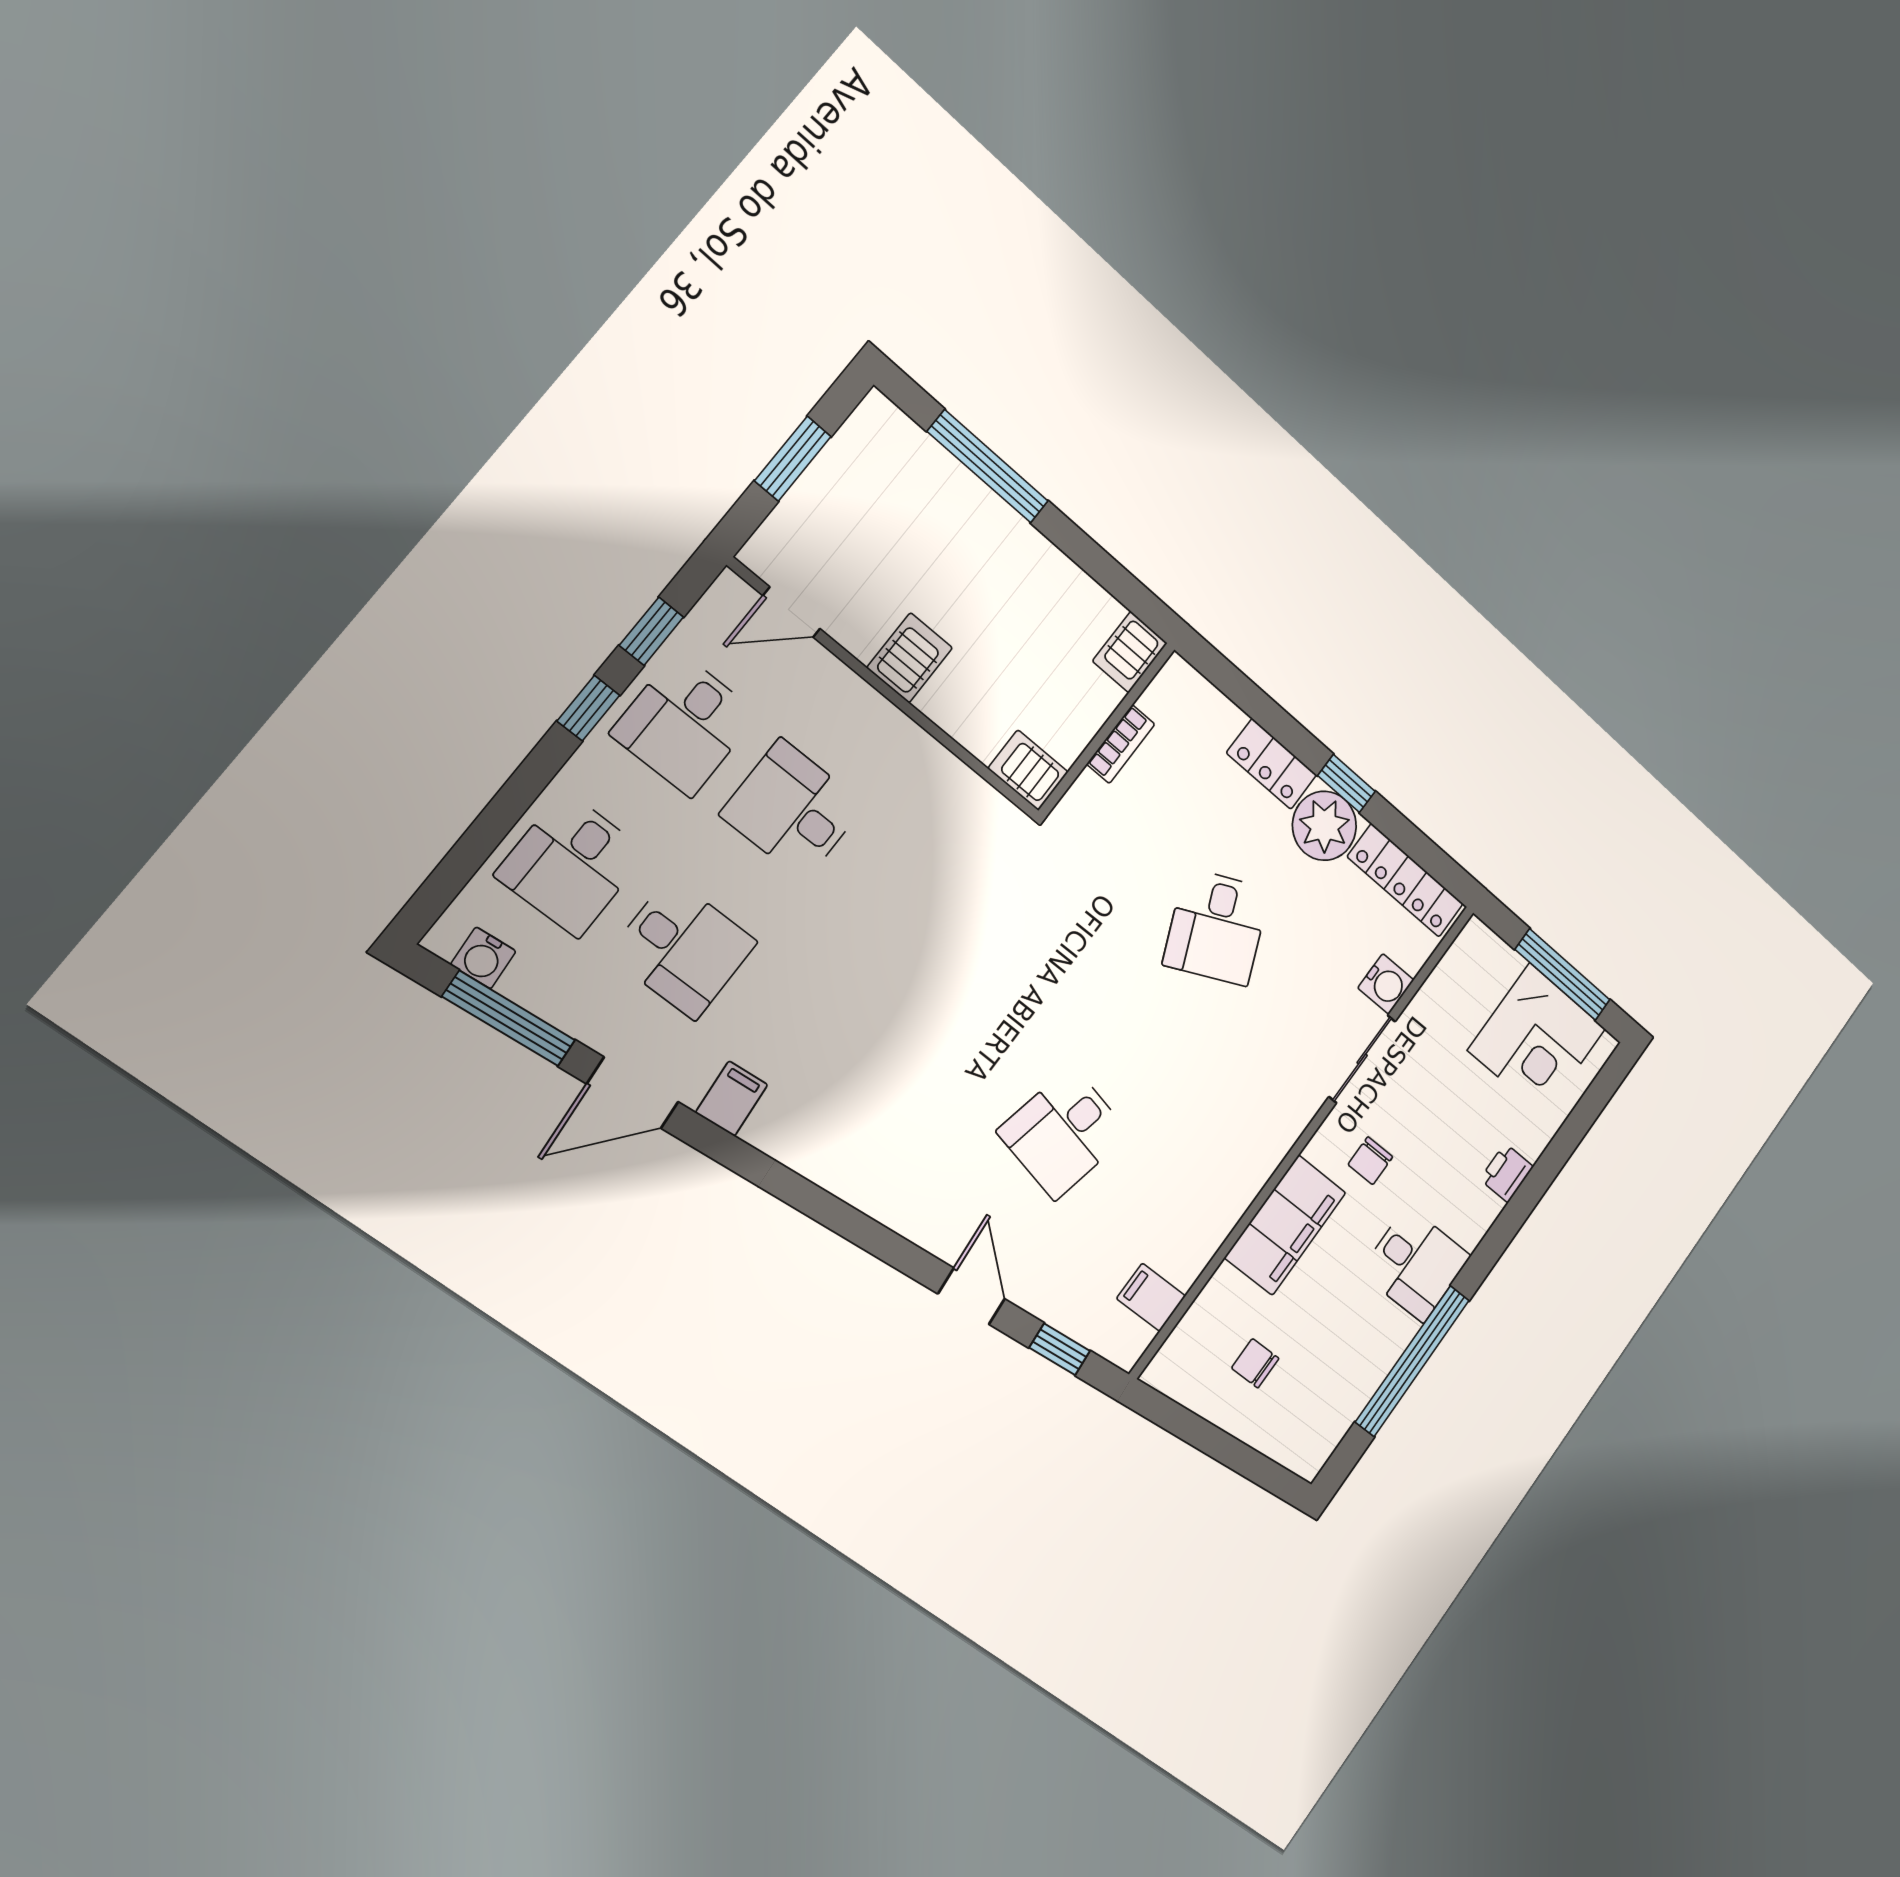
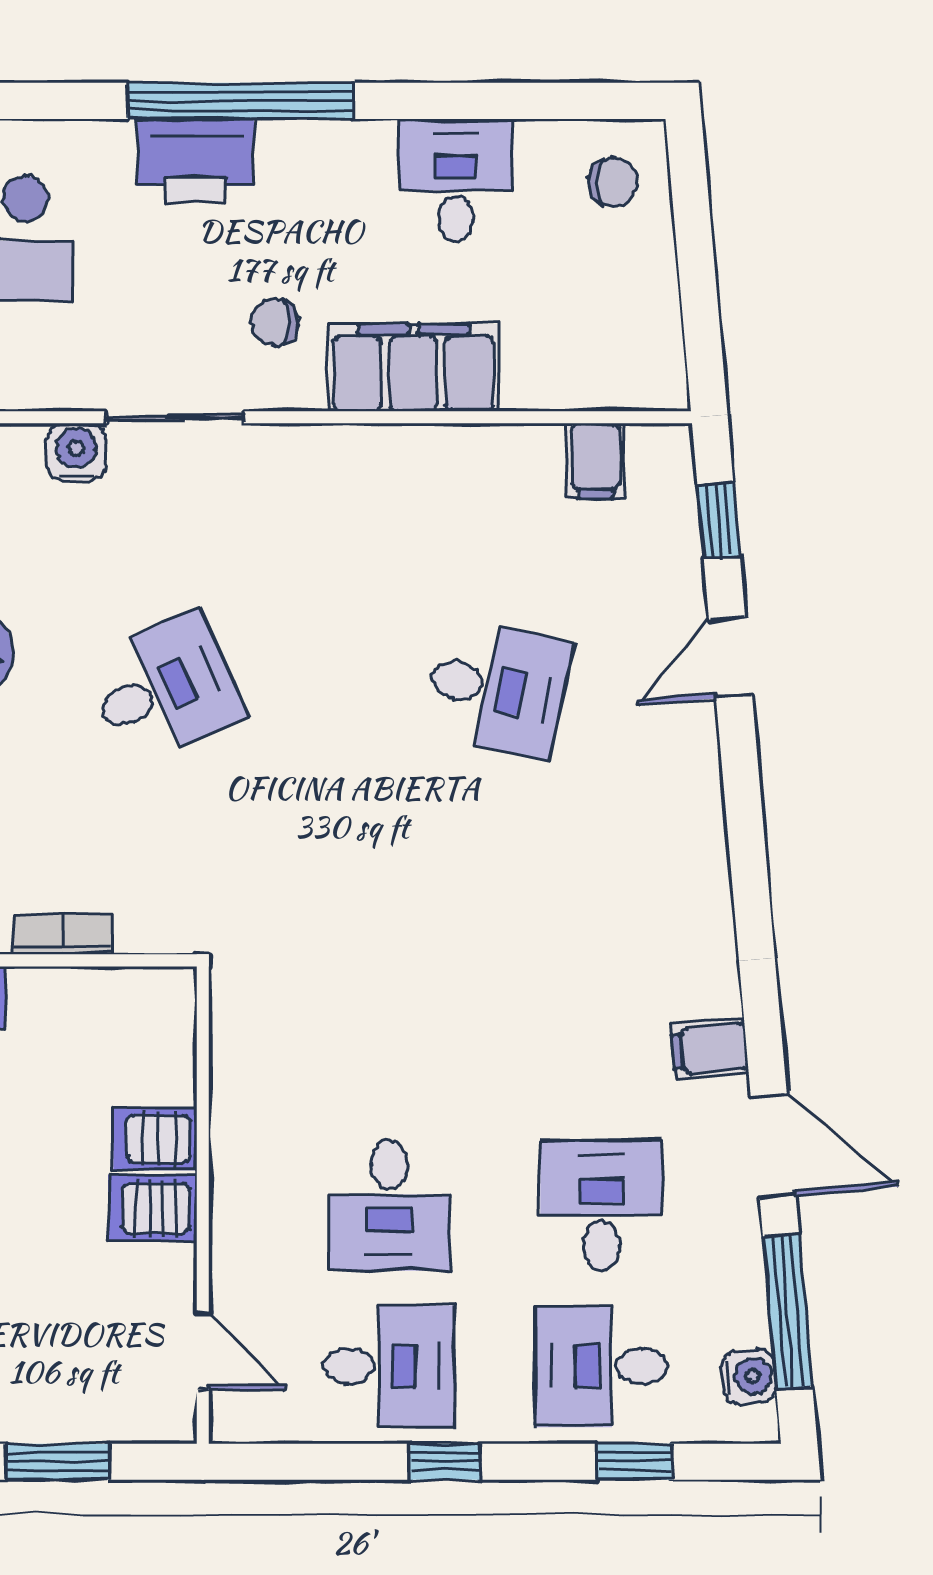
window: (651, 631) -> (635, 1462), moved
server rack: (1028, 770) -> (155, 1139), moved, turned 90
desk: (571, 864) -> (601, 1366), turned 180
chair: (1370, 1161) -> (275, 322), turned 180
printer: (1507, 1173) -> (196, 161), width x1.87, depth x1.48
desk: (1415, 1264) -> (456, 180), moved
window: (1412, 1361) -> (240, 101), moved
chair: (1255, 1363) -> (613, 182), moved, turned -90

